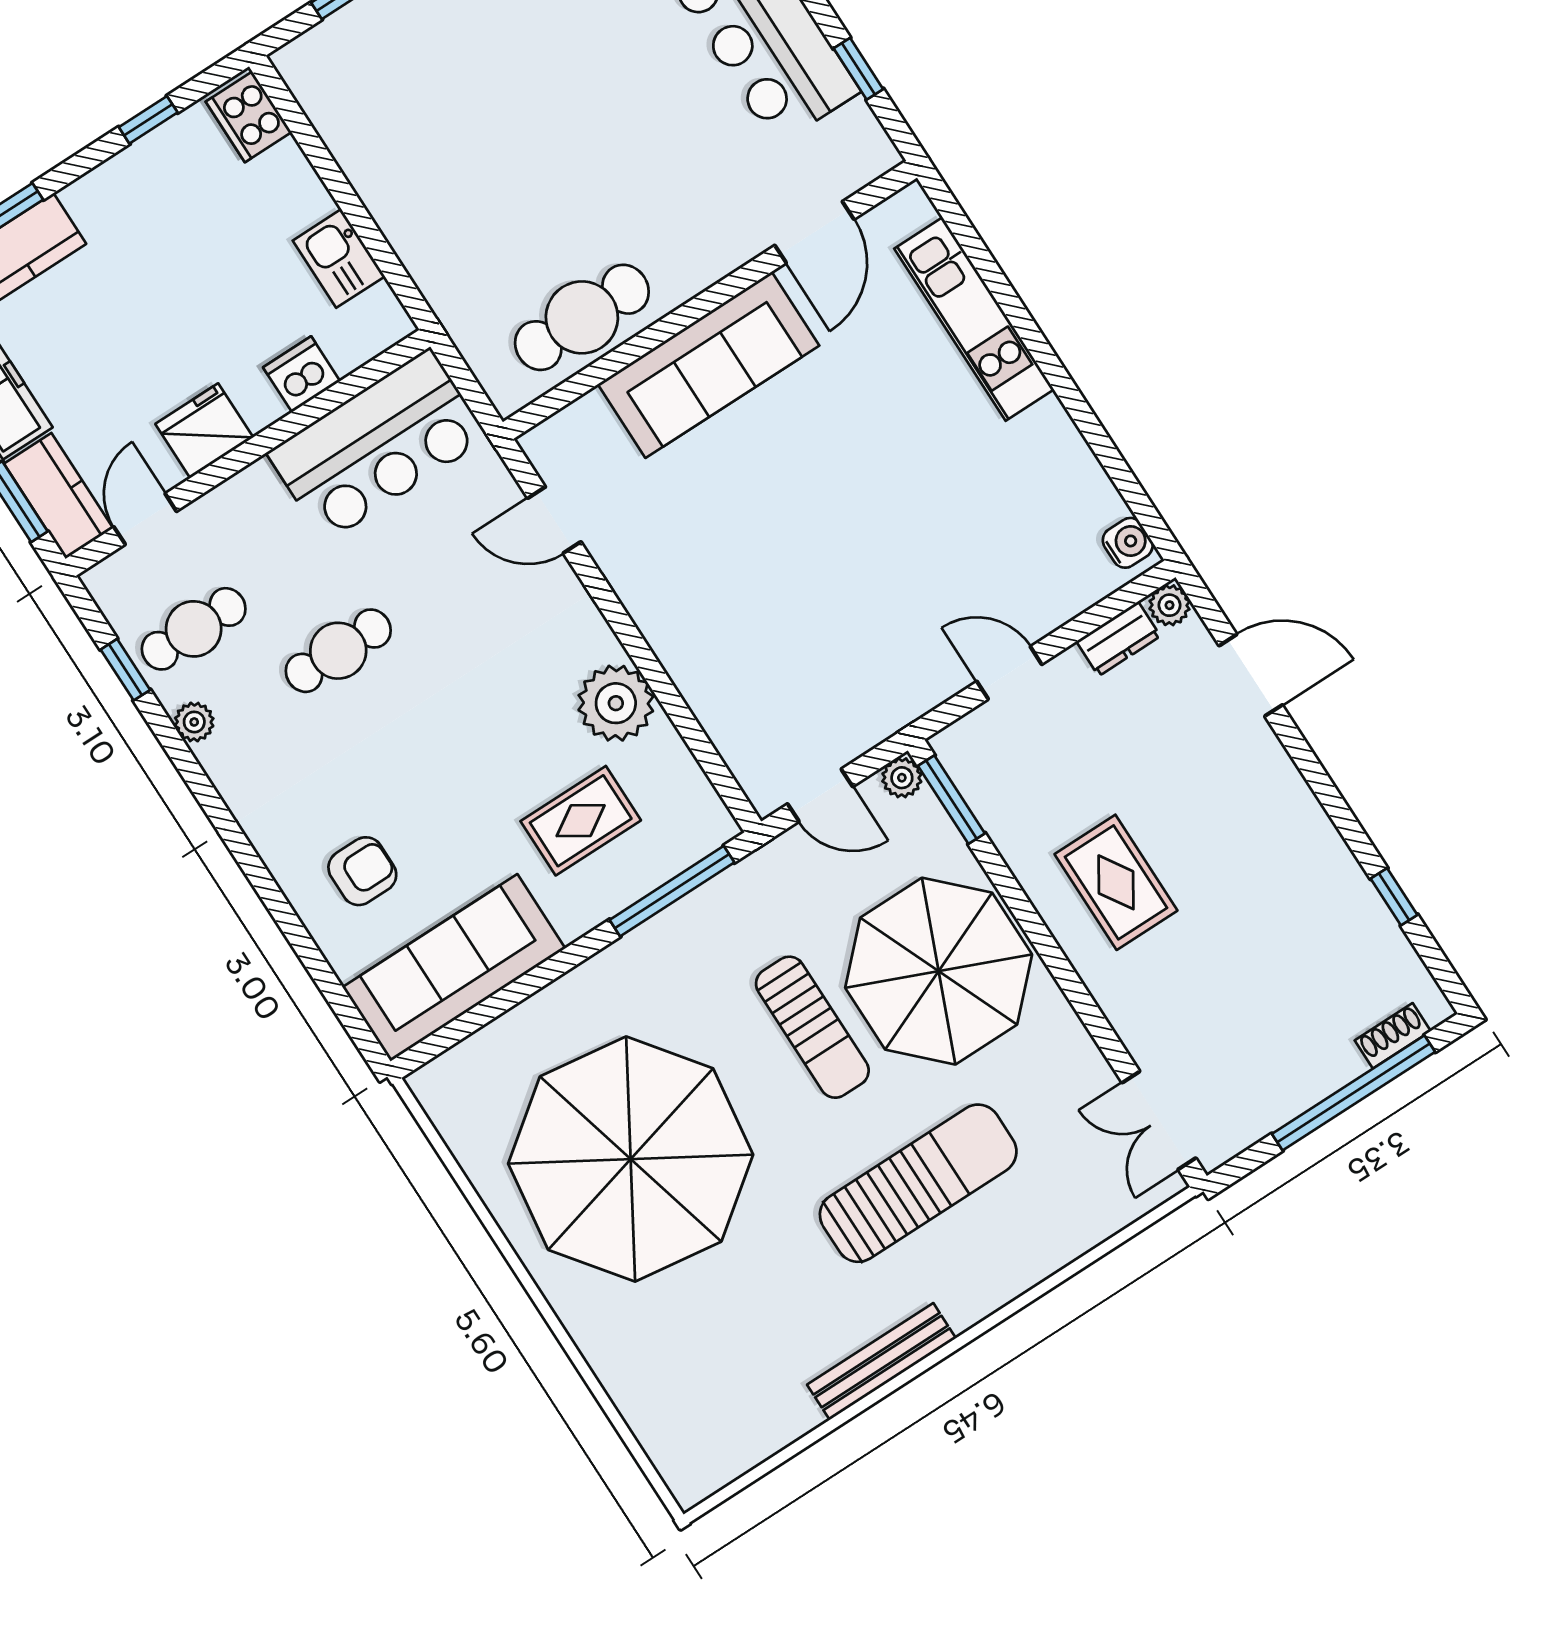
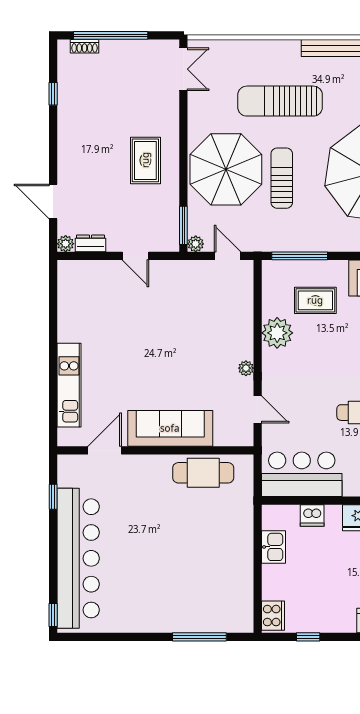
water cooler: (1128, 543) -> (66, 274), removed
plant: (633, 589) -> (246, 368), added

